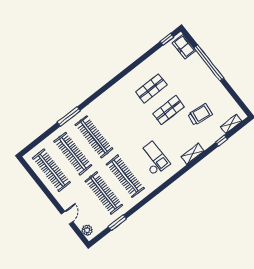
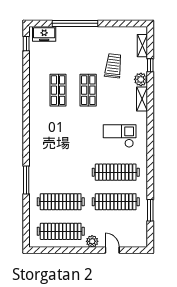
clothes rail: (94, 137) -> (61, 172), removed
plant: (206, 142) -> (141, 79), added
plant: (87, 230) -> (92, 241), moved

